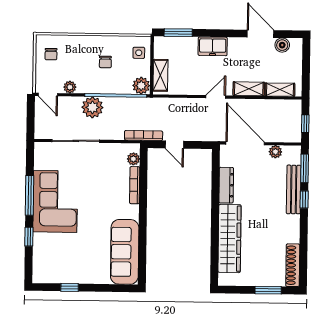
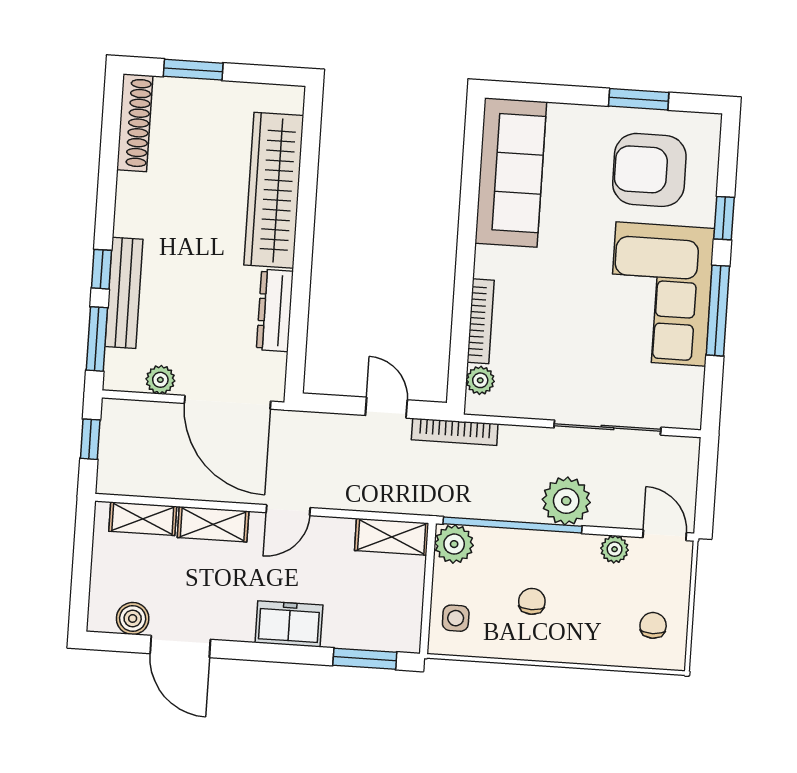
shelving: (160, 75) -> (392, 537), moved, turned 90
armchair: (63, 256) -> (649, 170), added
window: (70, 287) -> (639, 99), width x1.50

